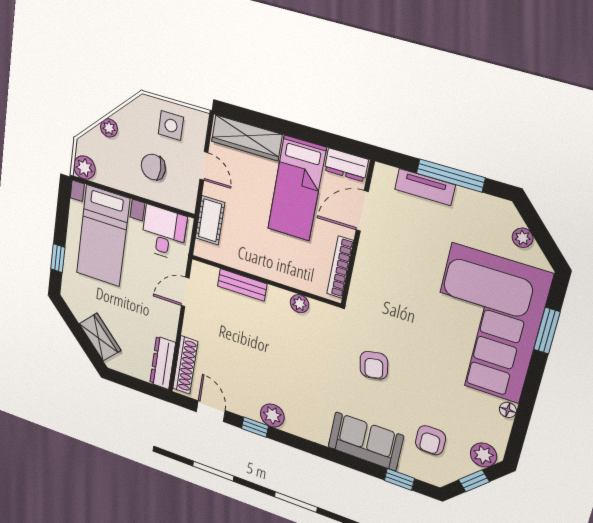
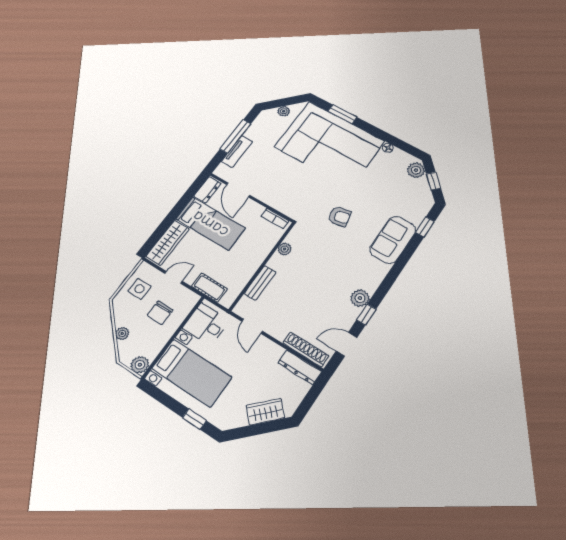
bookcase: (340, 267) -> (275, 218), width x0.64
armchair: (430, 440) -> (400, 198), removed

